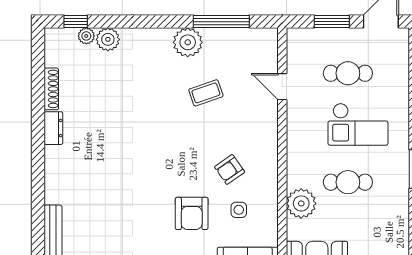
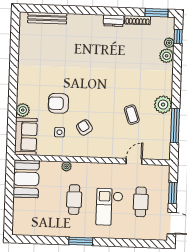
window: (38, 58) -> (156, 13), added
plant: (301, 203) -> (67, 166), width x0.53, depth x0.53

